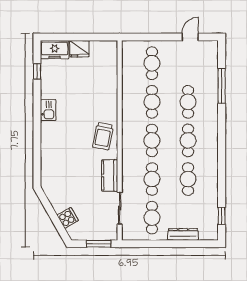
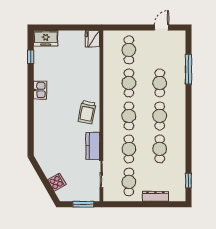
fridge: (79, 49) -> (92, 39), moved, turned 90

